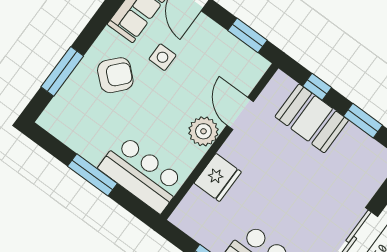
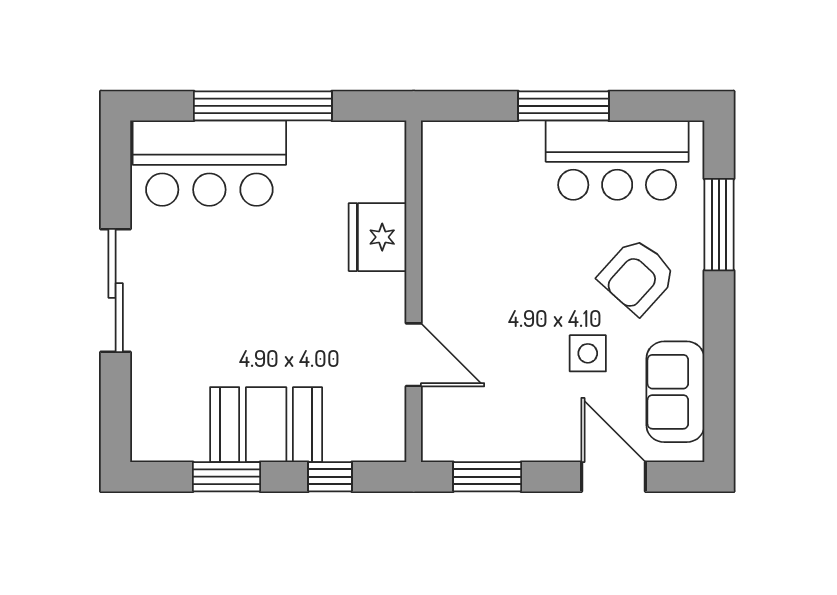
booth: (312, 118) -> (266, 425), moved
plant: (203, 131) -> (448, 289), removed
bar counter: (142, 174) -> (617, 160), moved

